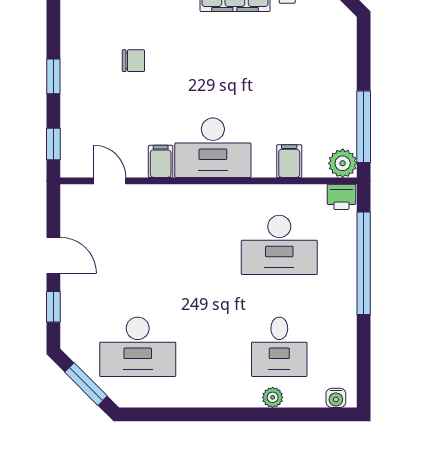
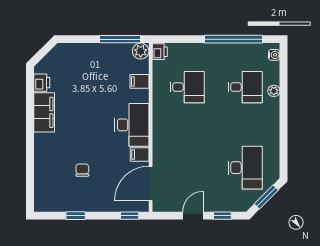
window: (53, 76) -> (76, 216), moved
door: (110, 181) -> (151, 183), width x1.88
desk: (279, 245) -> (187, 87), width x0.73
window: (364, 263) -> (234, 39), moved

